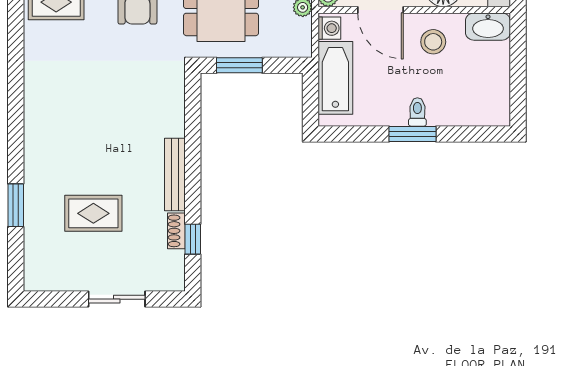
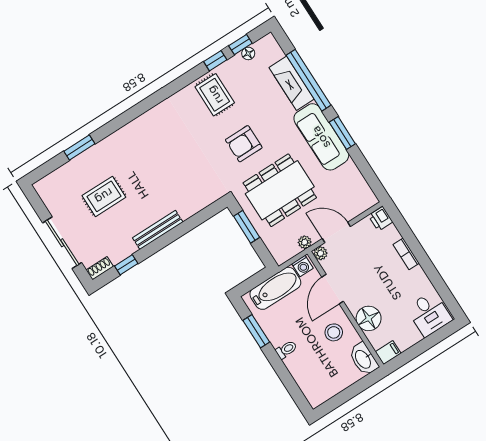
window: (412, 134) -> (256, 331), moved
rug: (93, 213) -> (104, 196), turned 90
shoe rack: (176, 231) -> (100, 268), moved
sliding door: (117, 299) -> (62, 243), width x1.37

